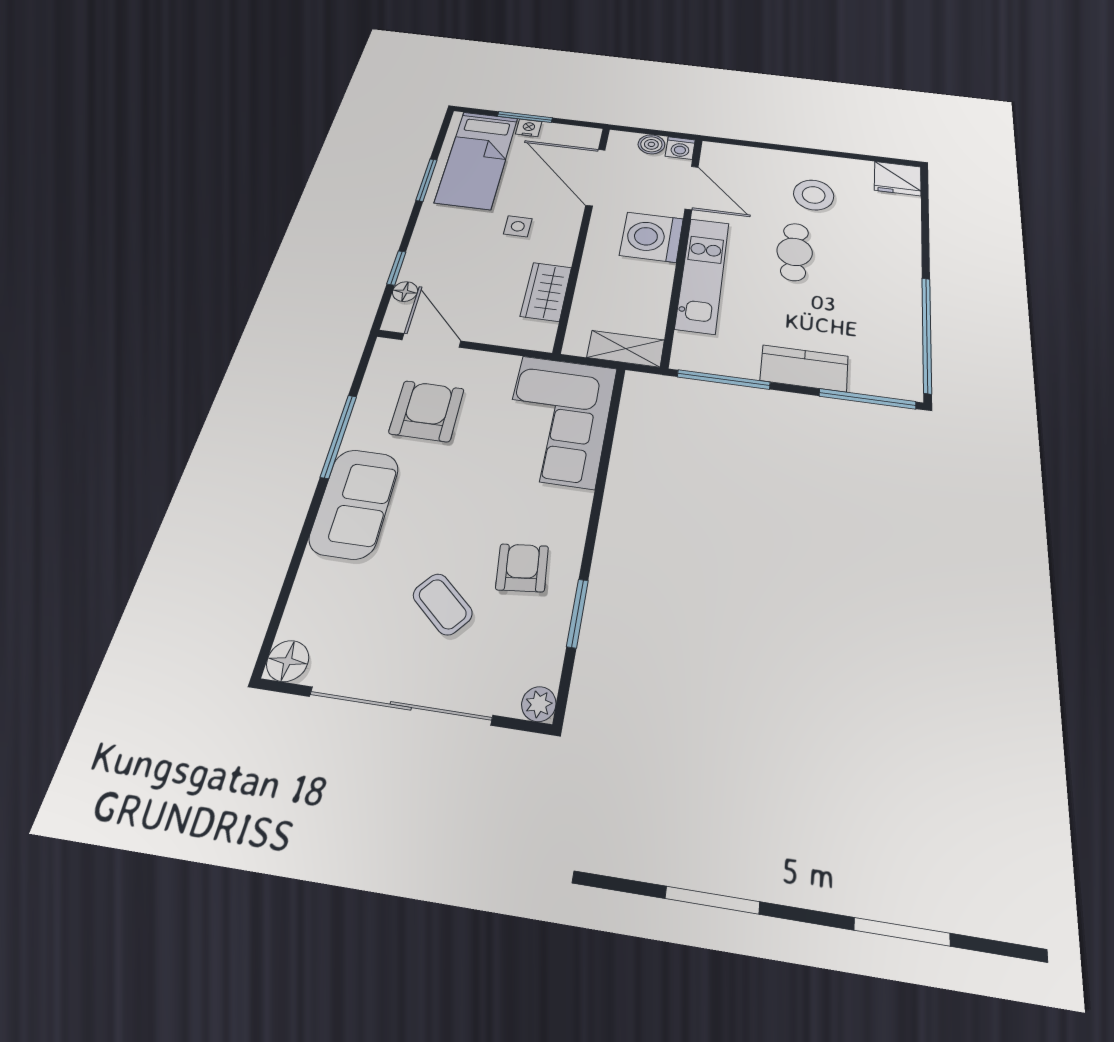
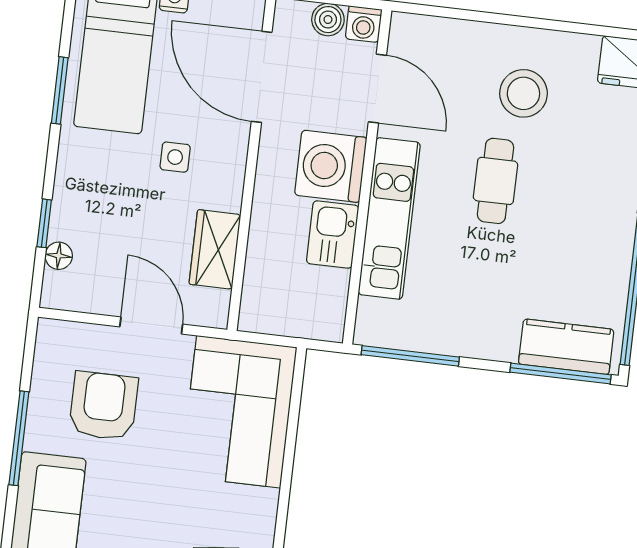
kitchen sink: (652, 284) -> (333, 234), added
door: (431, 340) -> (151, 325), moved
shelving: (626, 349) -> (306, 321), removed
kitchen counter: (804, 368) -> (566, 347), moved

